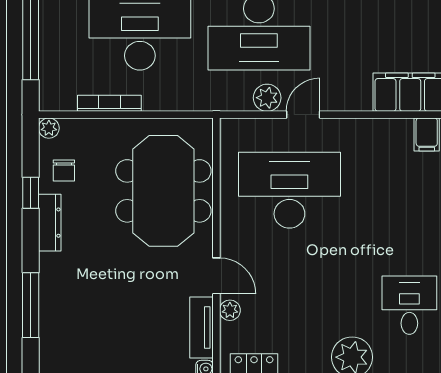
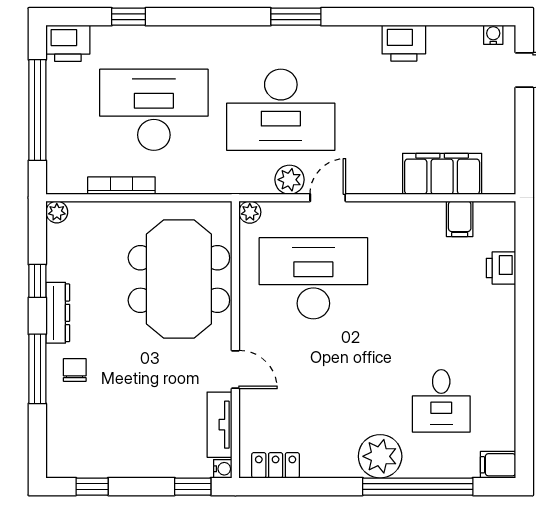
chair: (64, 170) -> (75, 370), moved, turned 180
window: (31, 305) -> (37, 369), moved
desk: (409, 305) -> (441, 401), turned 180
plant: (230, 310) -> (250, 212), moved

